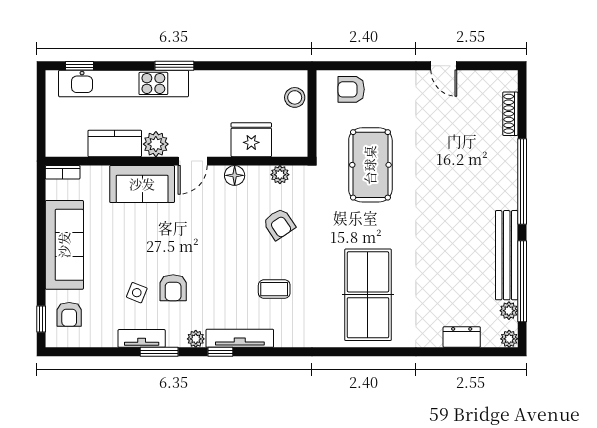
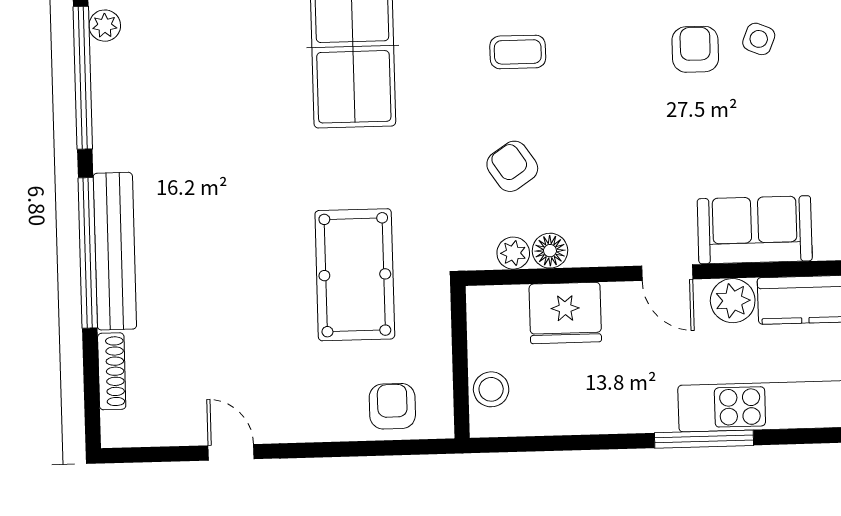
window: (174, 66) -> (704, 439), width x1.44
armchair: (351, 89) -> (392, 406), turned -90
door: (193, 161) -> (667, 273), swing flipped
floor lamp: (235, 175) -> (550, 251), moved
bench: (507, 255) -> (115, 251), moved

